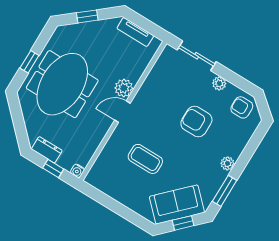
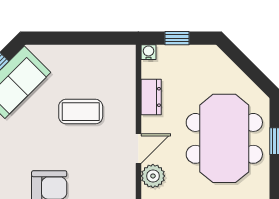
dresser: (47, 150) -> (151, 97), moved, turned -90

